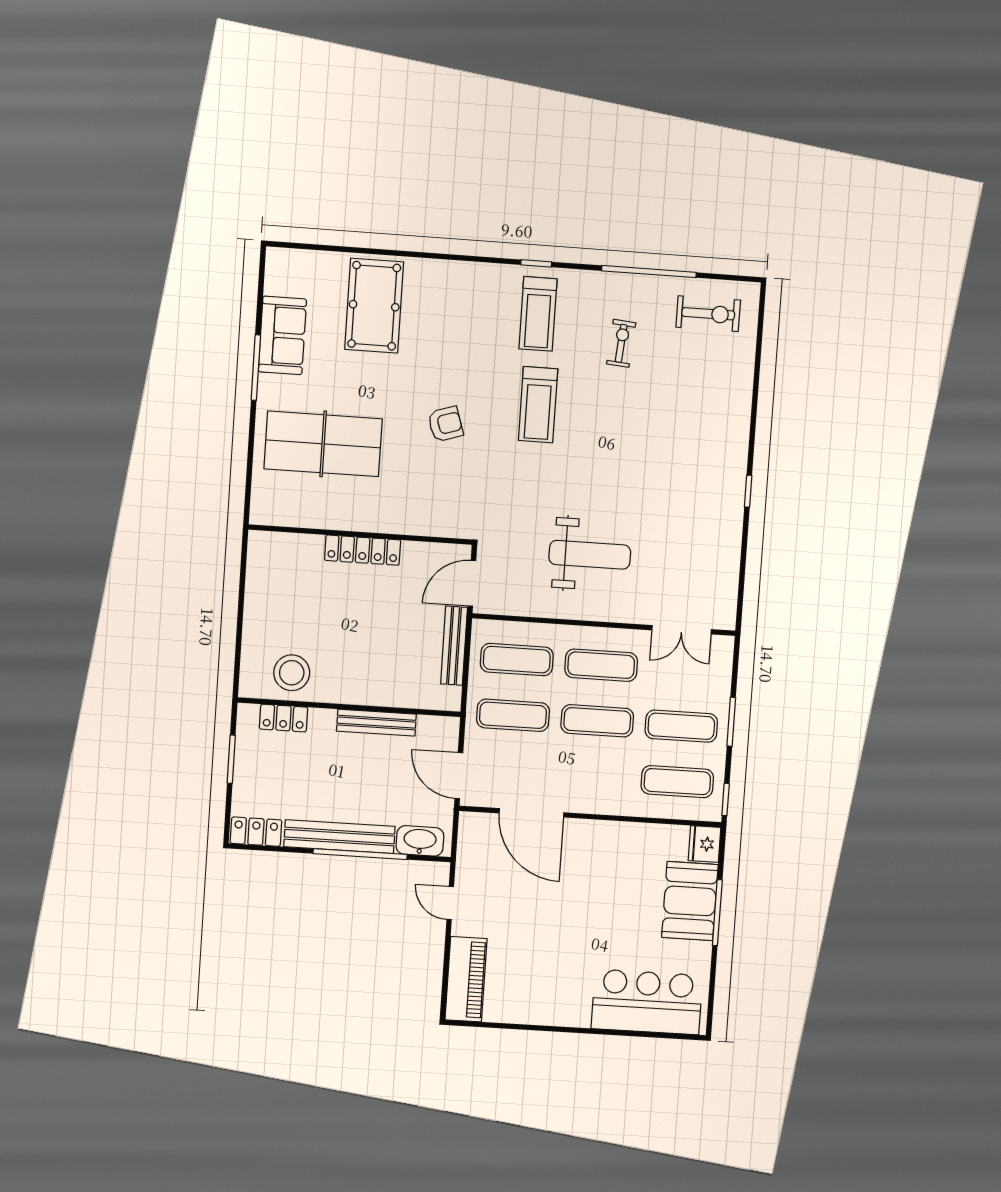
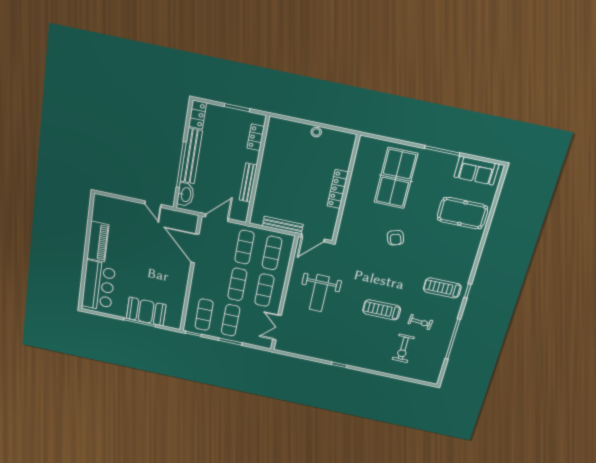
exercise bike: (708, 314) -> (403, 348), moved
sofa: (282, 335) -> (476, 171), moved
treadmill: (538, 405) -> (382, 310), moved
door: (472, 583) -> (313, 238), swing flipped
stool: (292, 673) -> (316, 132), moved, width x0.53, depth x0.53
door: (532, 813) -> (195, 248), hinge flipped
fridge: (705, 844) -> (173, 322), removed
door: (450, 903) -> (153, 204), swing flipped
piano: (466, 979) -> (98, 242), moved, turned -90

